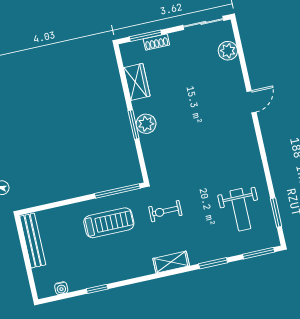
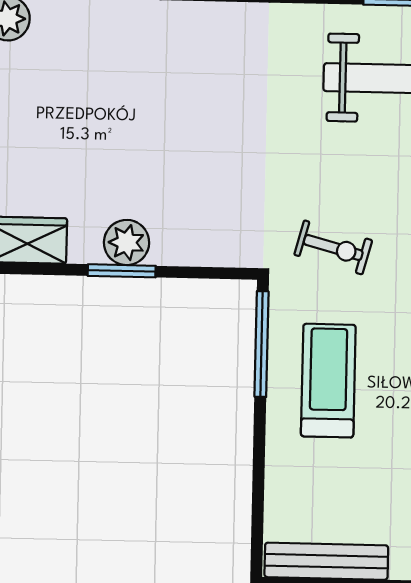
exercise bike: (165, 211) -> (333, 247), turned -75

